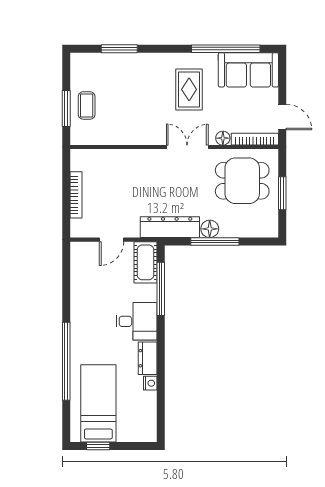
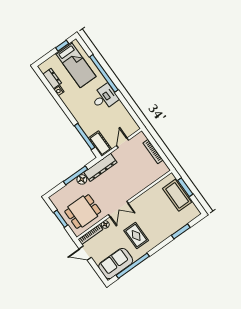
coffee table: (87, 105) -> (177, 195), width x1.86, depth x1.72
desk: (136, 321) -> (104, 97), moved, turned 180
dresser: (148, 358) -> (52, 79), moved

